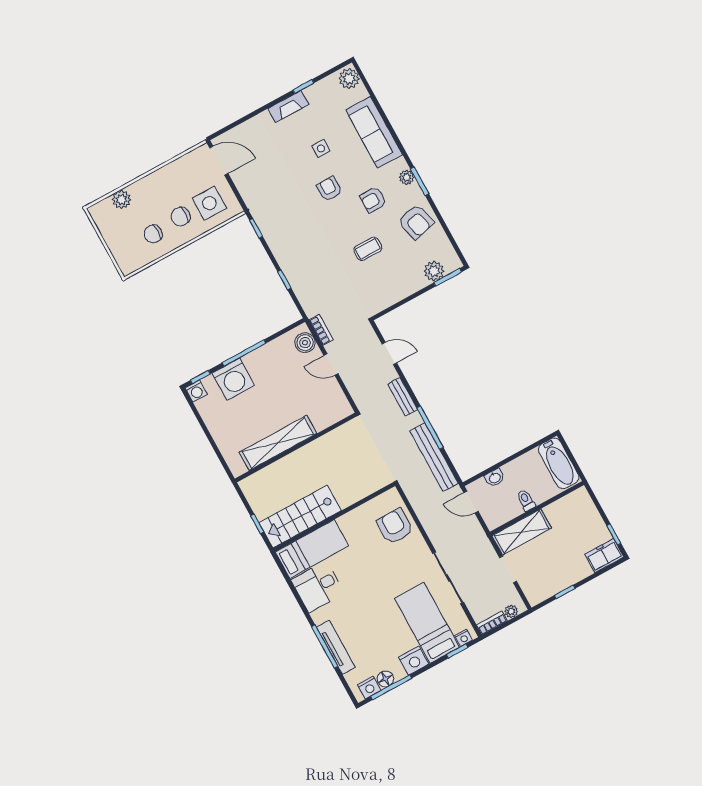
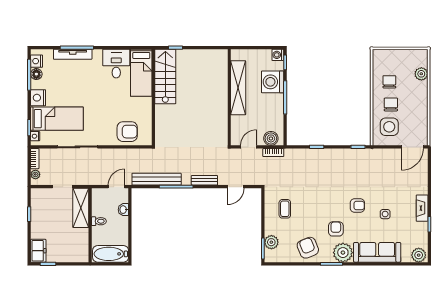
plant: (407, 177) -> (343, 253), width x1.87, depth x1.87
armchair: (416, 222) -> (308, 248), turned 82
coffee table: (368, 249) -> (285, 209), moved
shelving: (278, 443) -> (238, 88), moved
wall: (296, 447) -> (229, 97), moved

